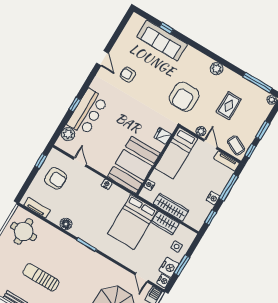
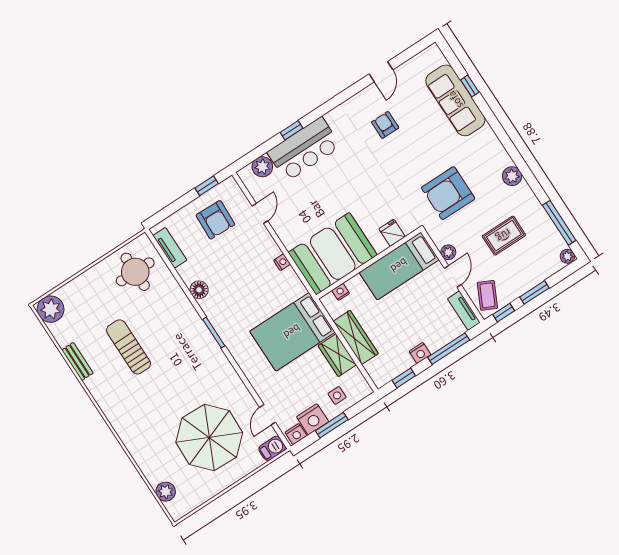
door: (102, 58) -> (381, 72), moved

